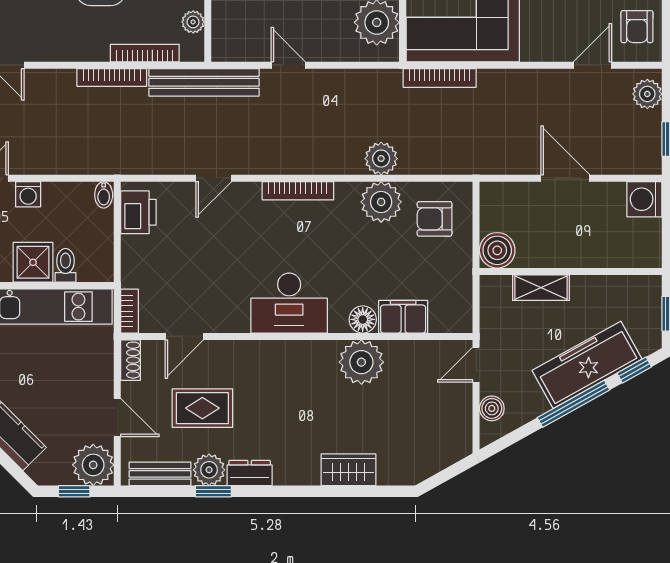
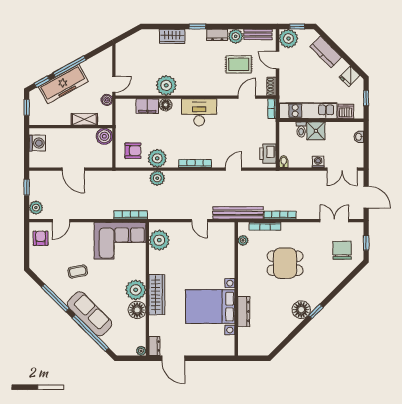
washing machine: (644, 199) -> (37, 143), moved
boiler: (492, 408) -> (107, 100), moved
window: (213, 491) -> (197, 26), moved

